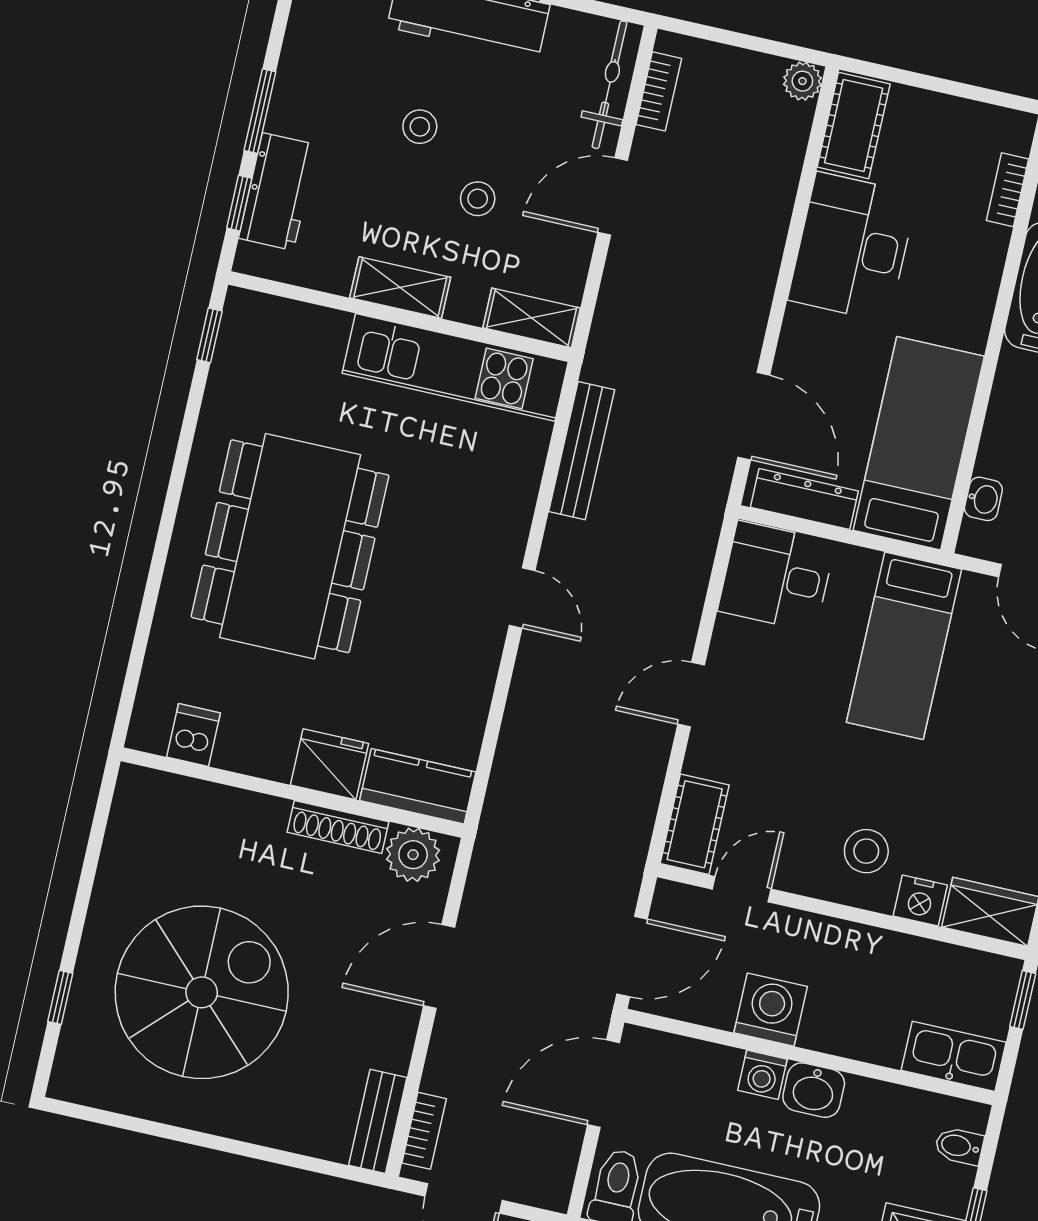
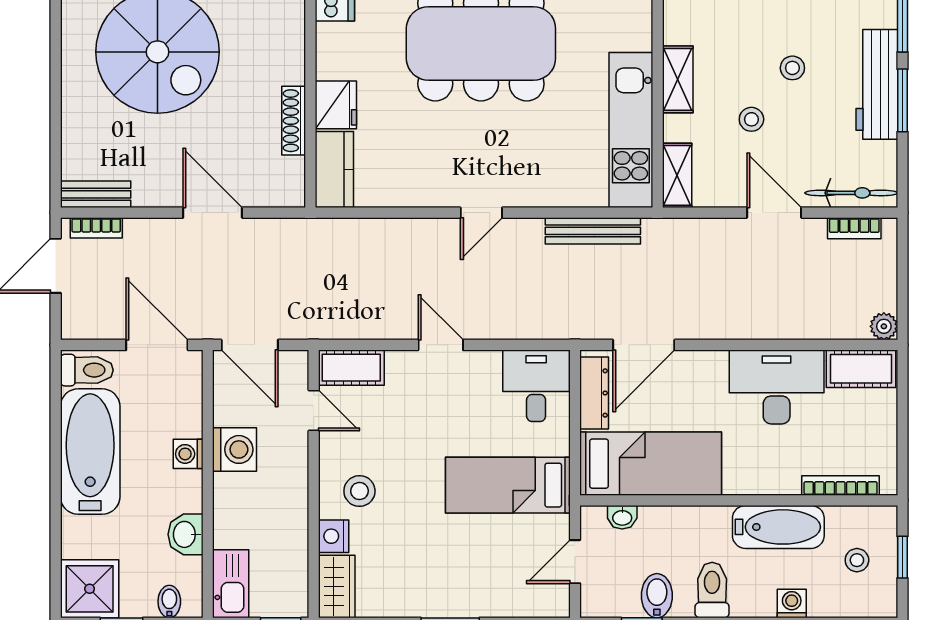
bookcase: (1008, 190) -> (841, 486), width x1.56
plant: (413, 855) -> (286, 177), removed
washbasin: (814, 1090) -> (185, 534), moved

